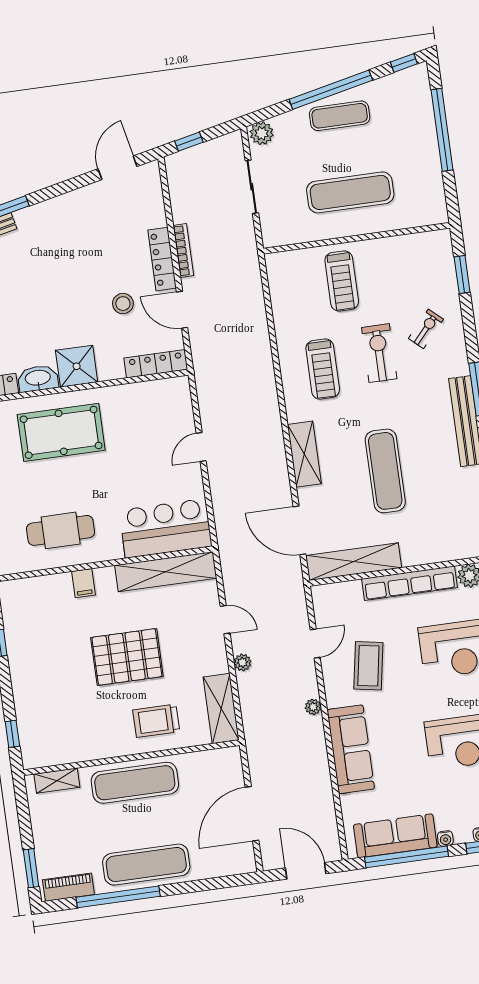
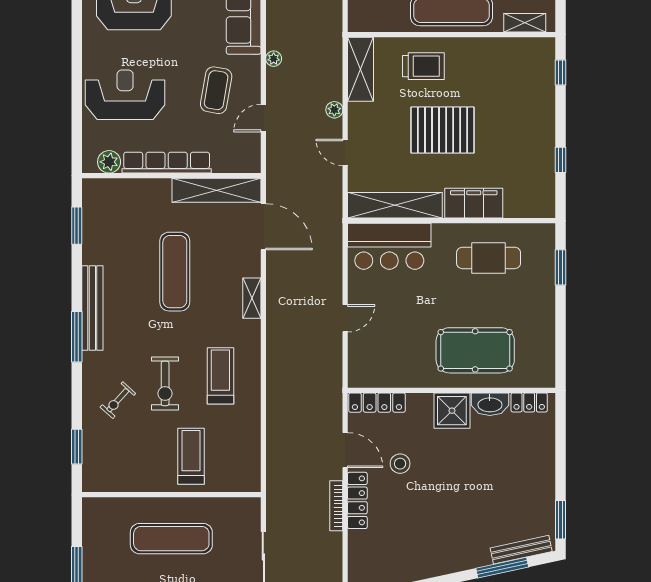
shelving: (304, 454) -> (252, 298), width x0.67, depth x0.75
filing cabinet: (84, 583) -> (474, 203), width x3.00, depth x1.17

